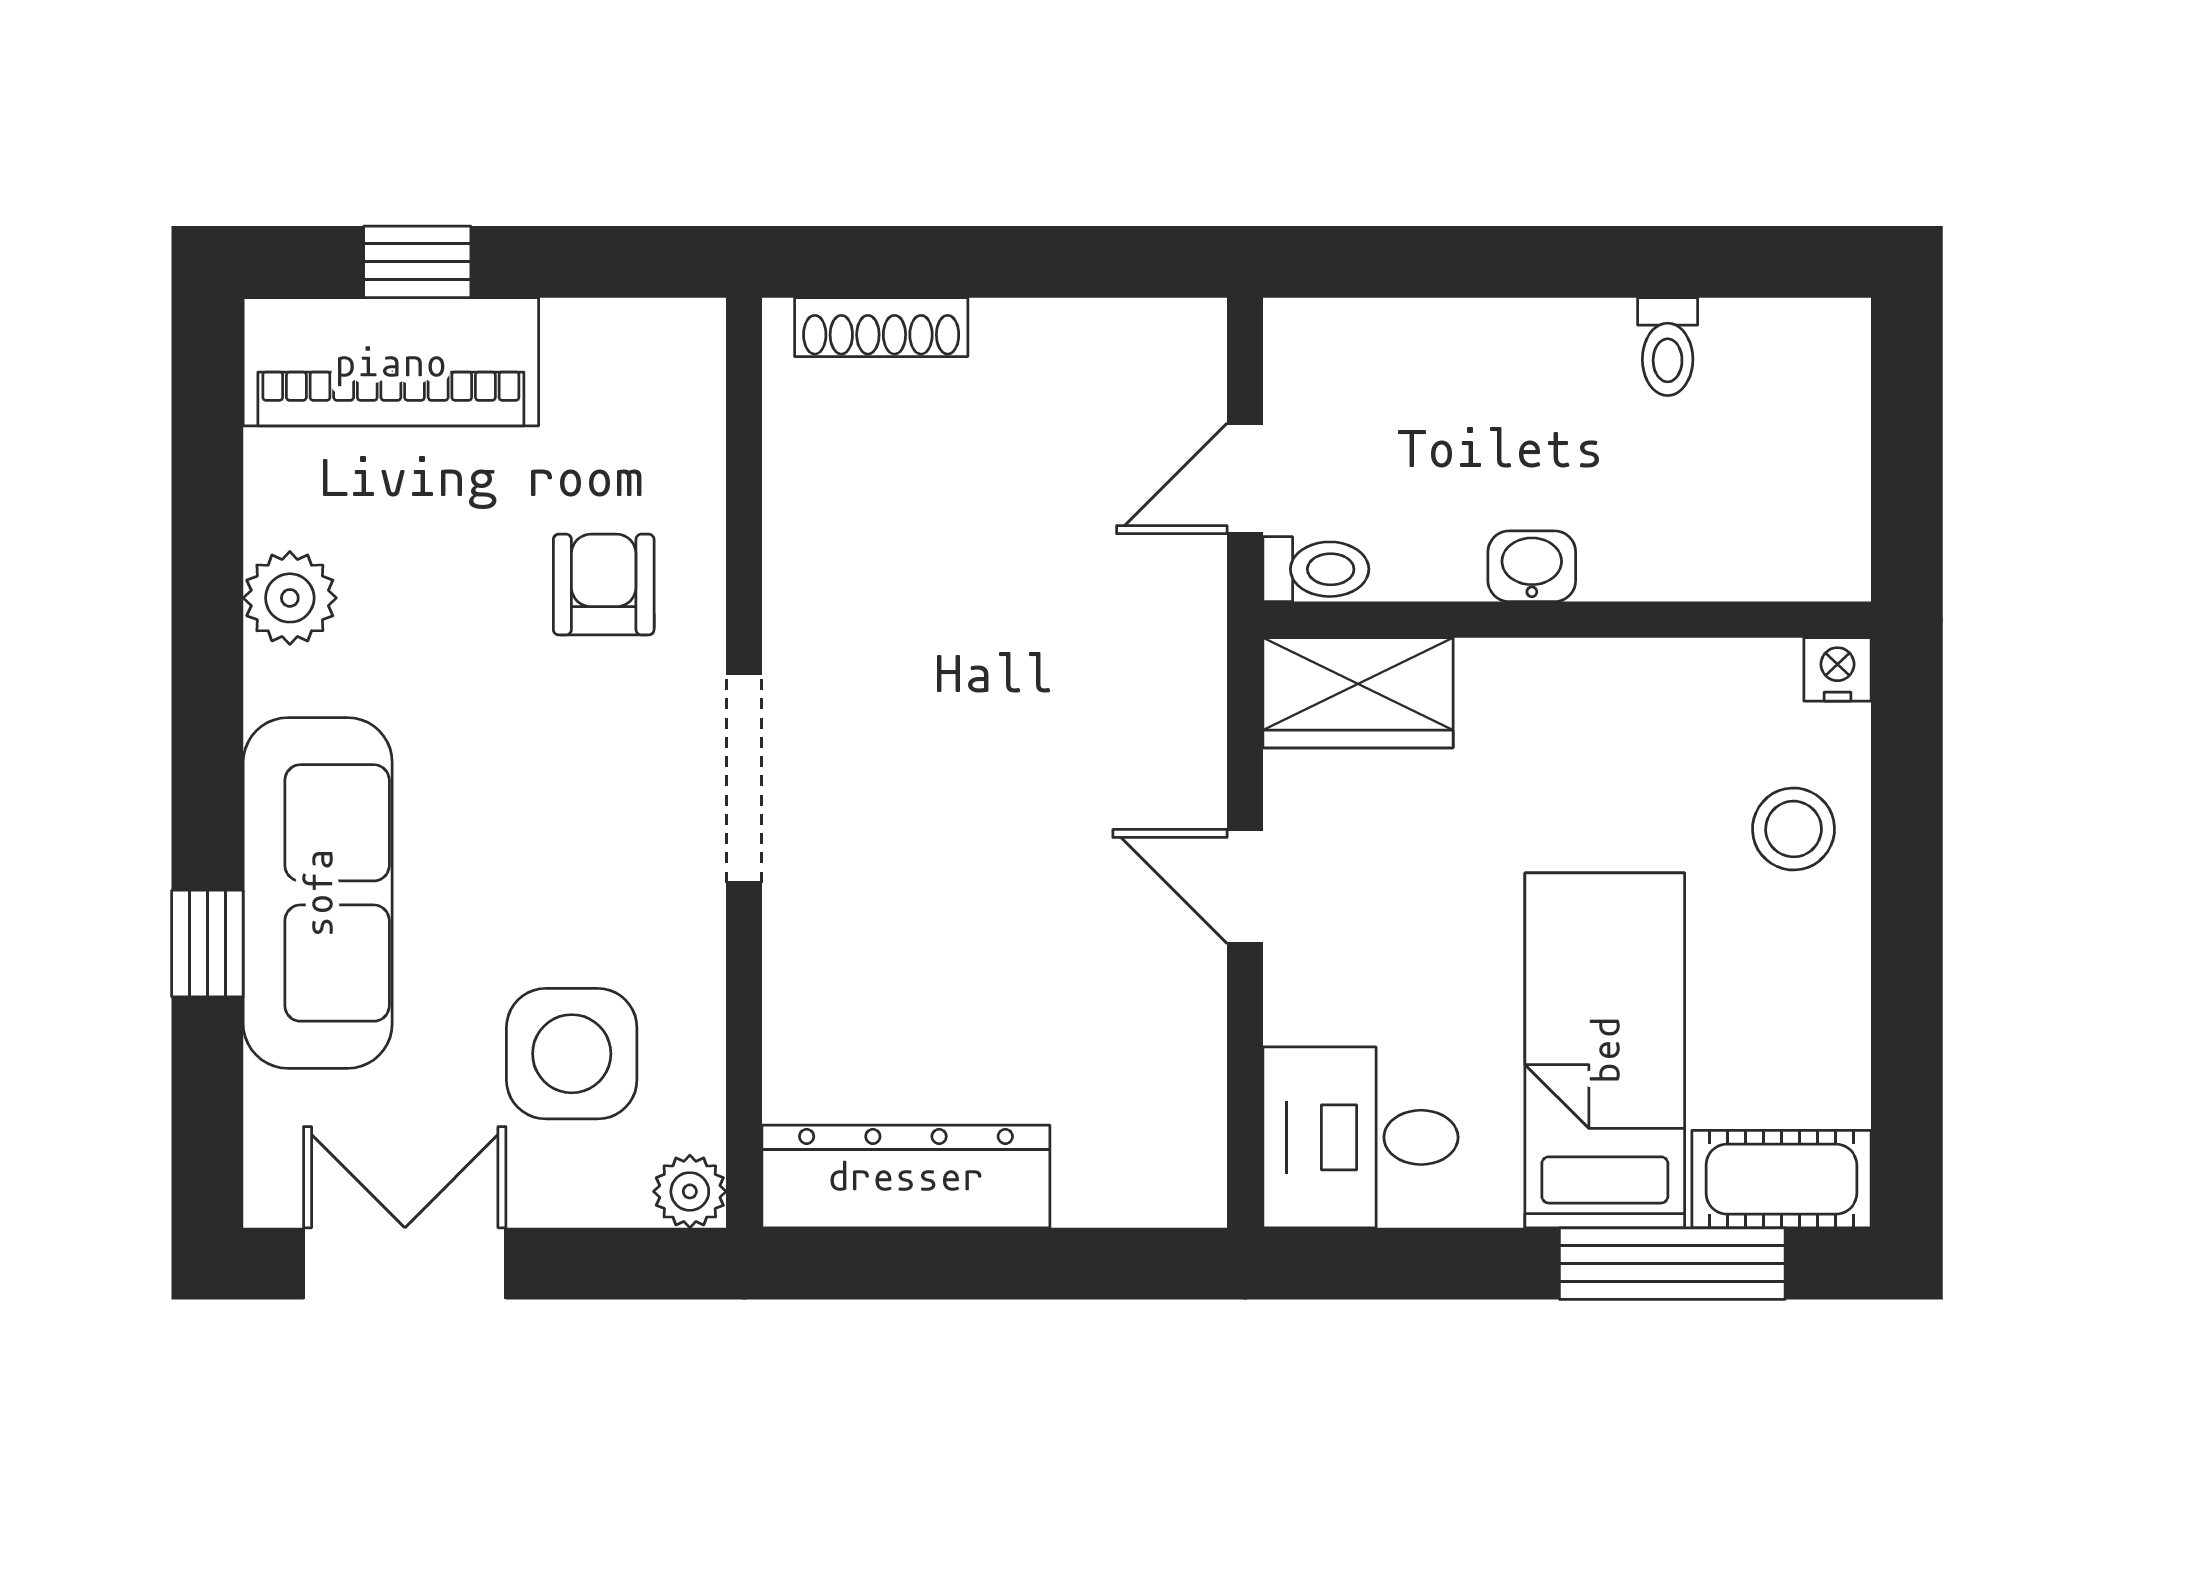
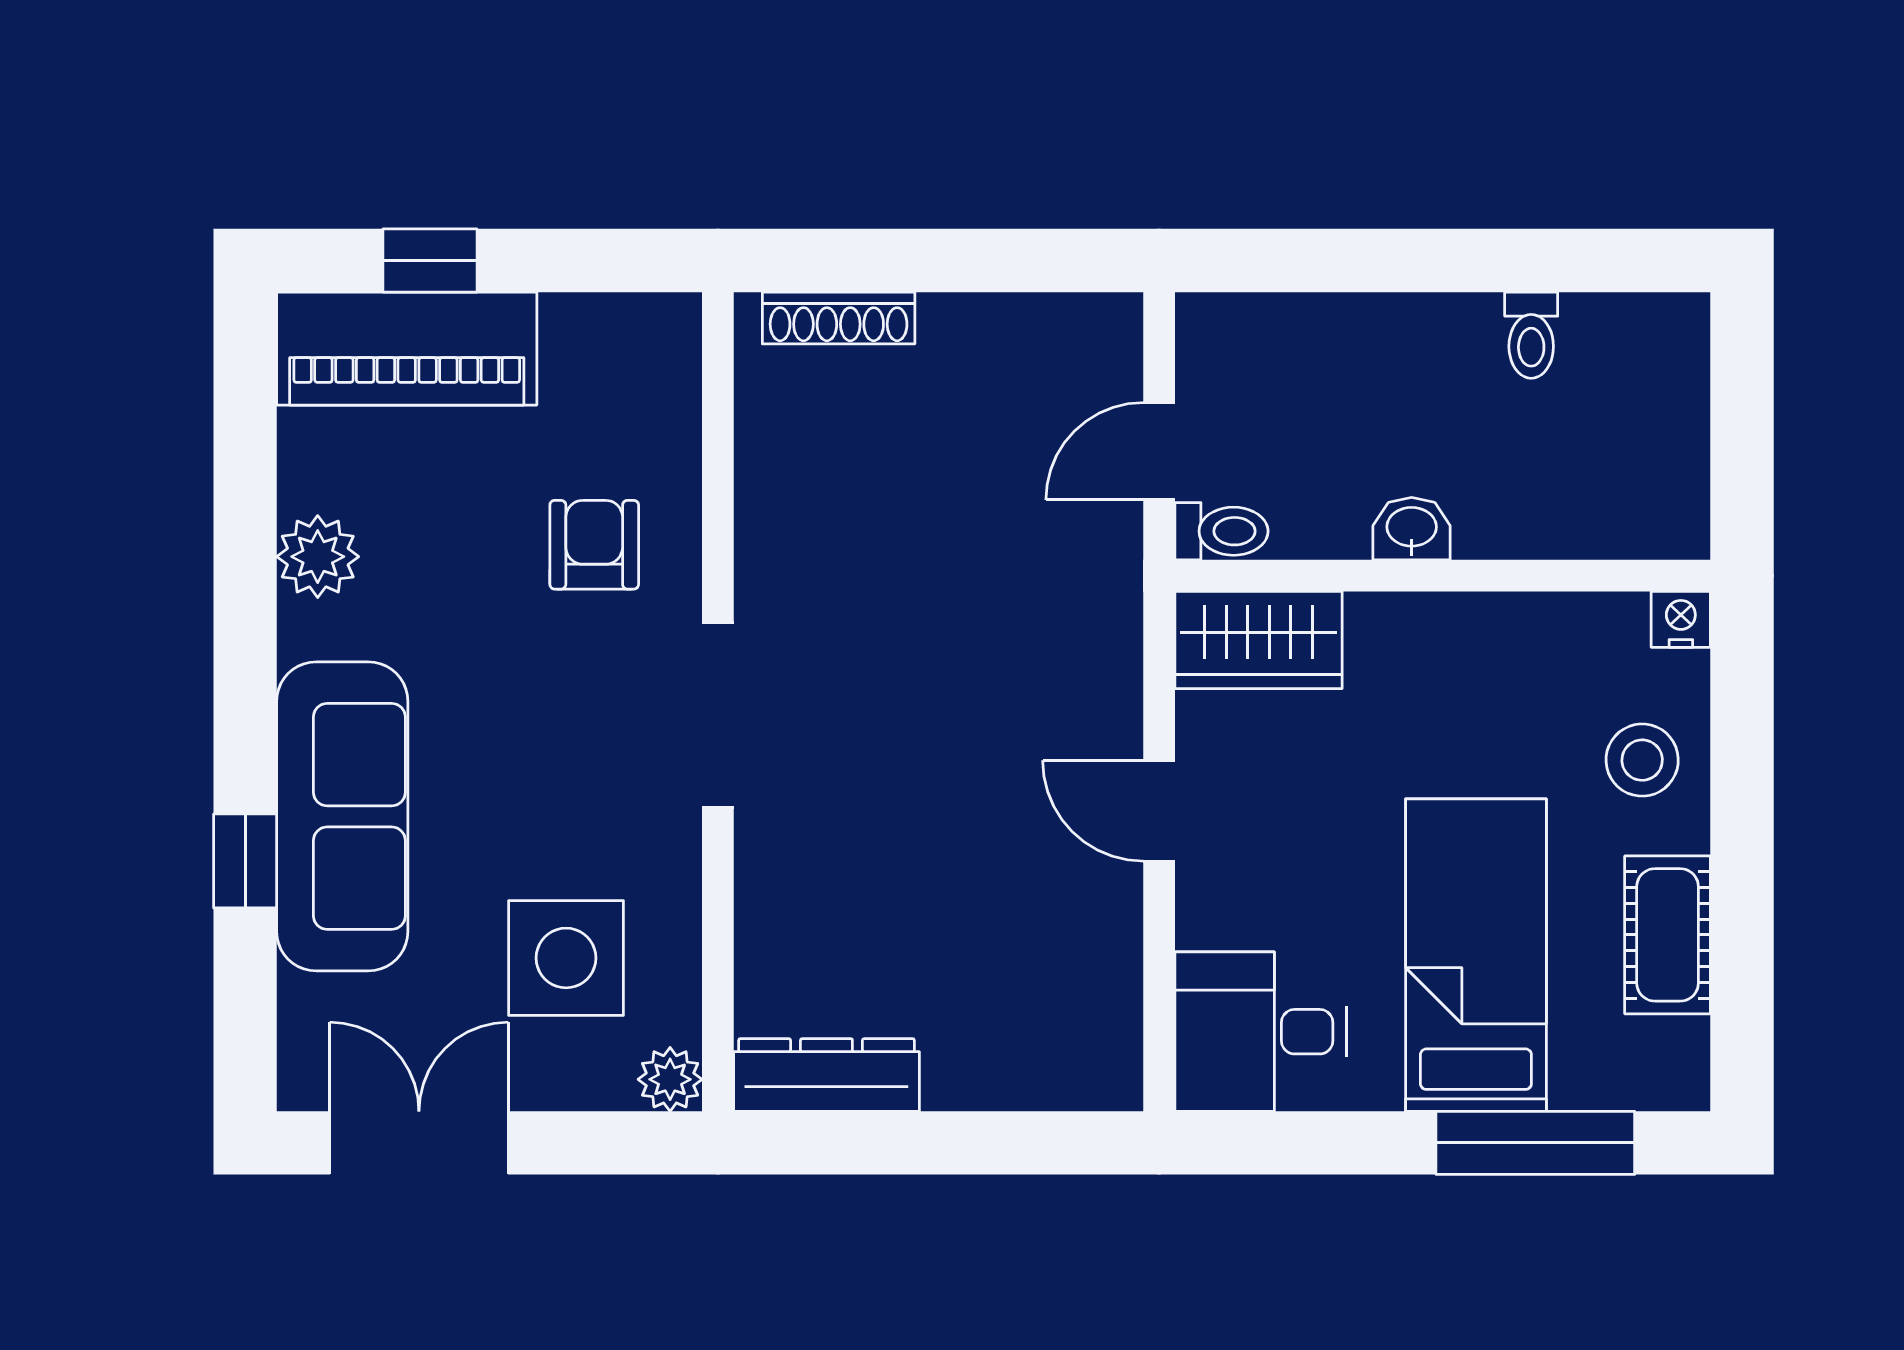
dresser: (906, 1176) -> (826, 1075), width x0.73, depth x0.80
cot: (1781, 1179) -> (1668, 935), moved, turned 90

